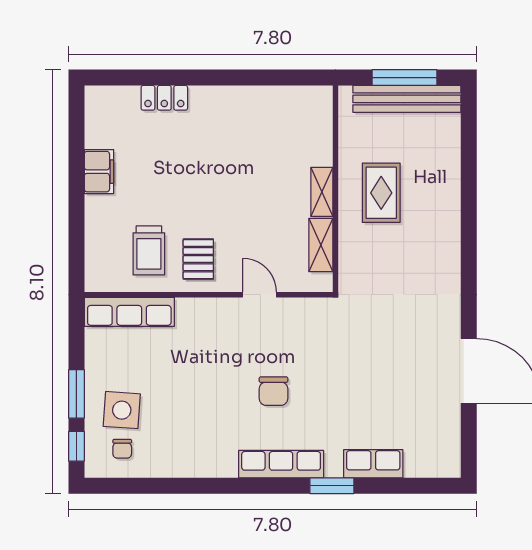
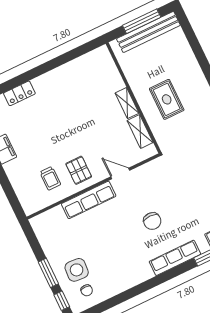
rug: (381, 193) -> (167, 99), moved
trolley: (149, 250) -> (50, 178), width x0.73, depth x0.72
row of seats: (129, 312) -> (89, 200), moved

